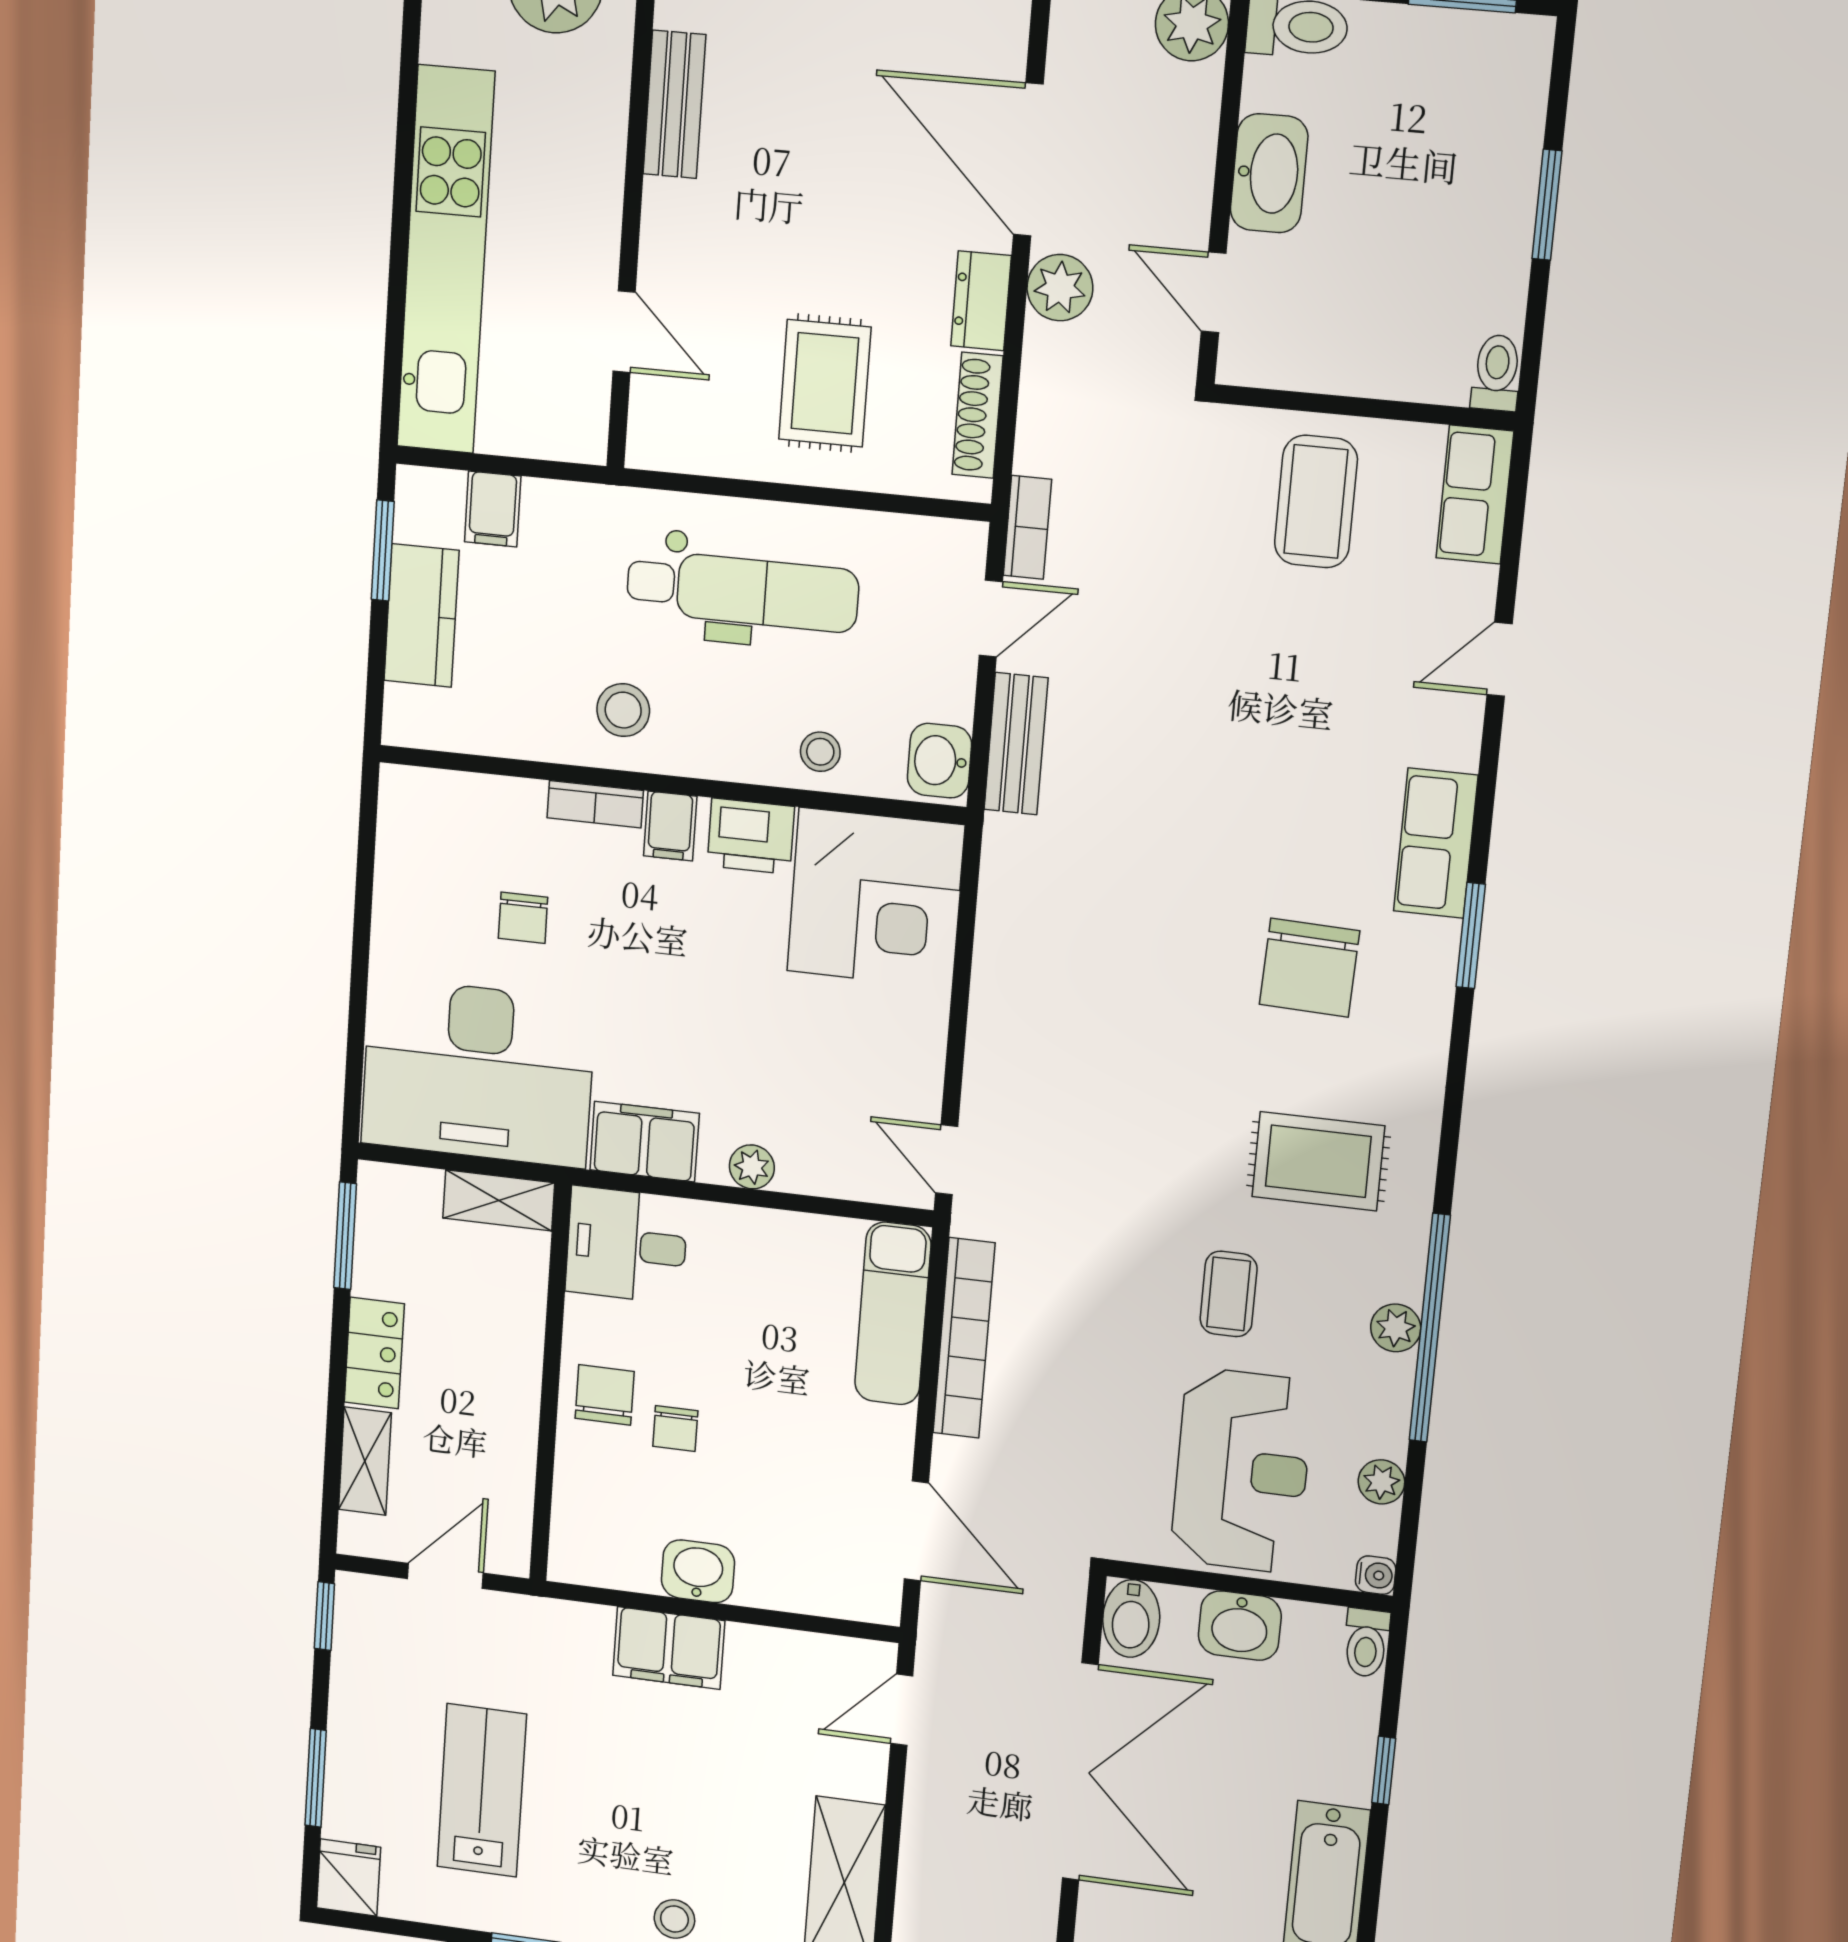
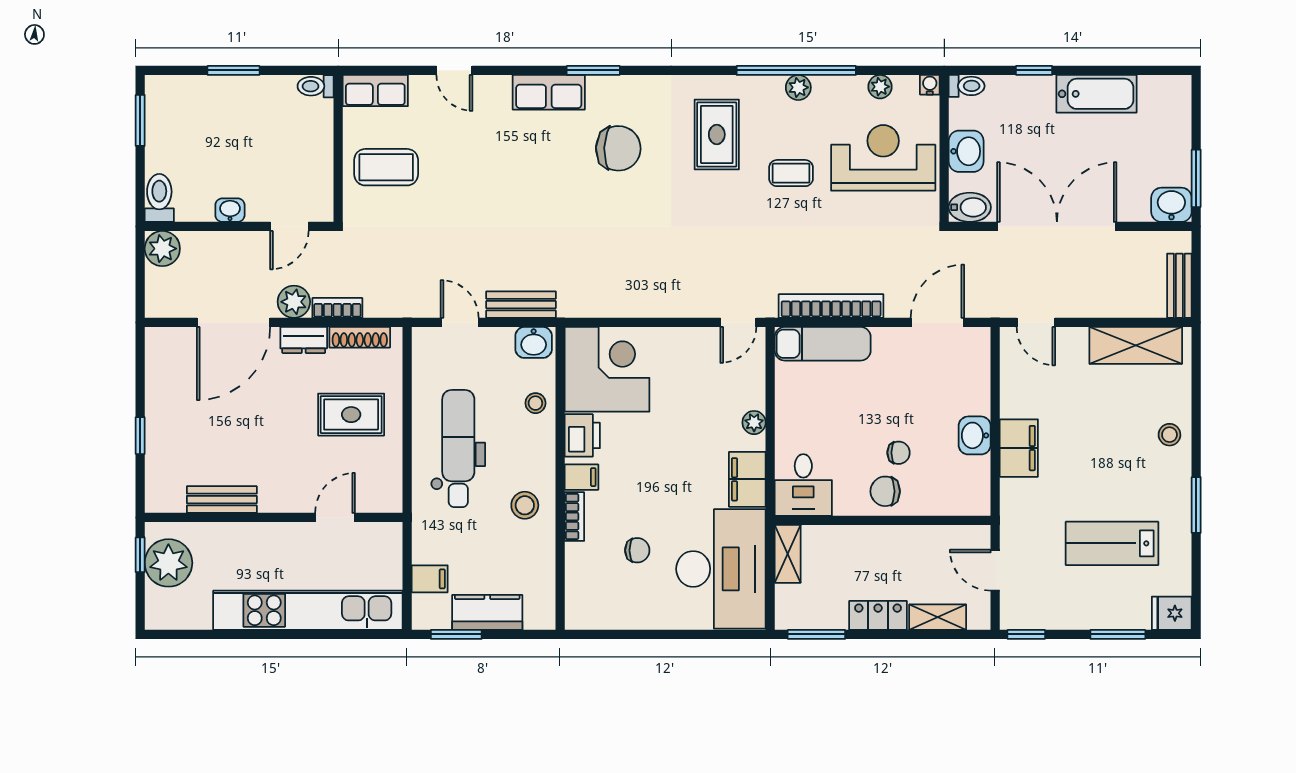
washbasin: (1269, 173) -> (230, 210), width x0.52, depth x0.69
bookcase: (1027, 527) -> (337, 308), moved

